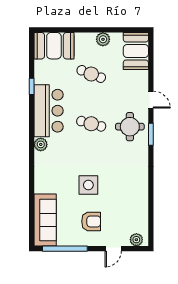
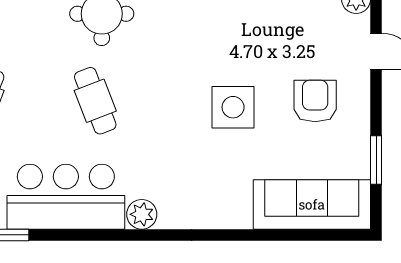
cafe table: (91, 124) -> (95, 101), turned -36
window: (65, 249) -> (376, 160), width x0.47

